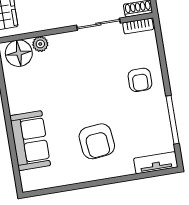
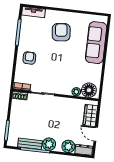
sofa: (30, 141) -> (96, 43), width x1.36

